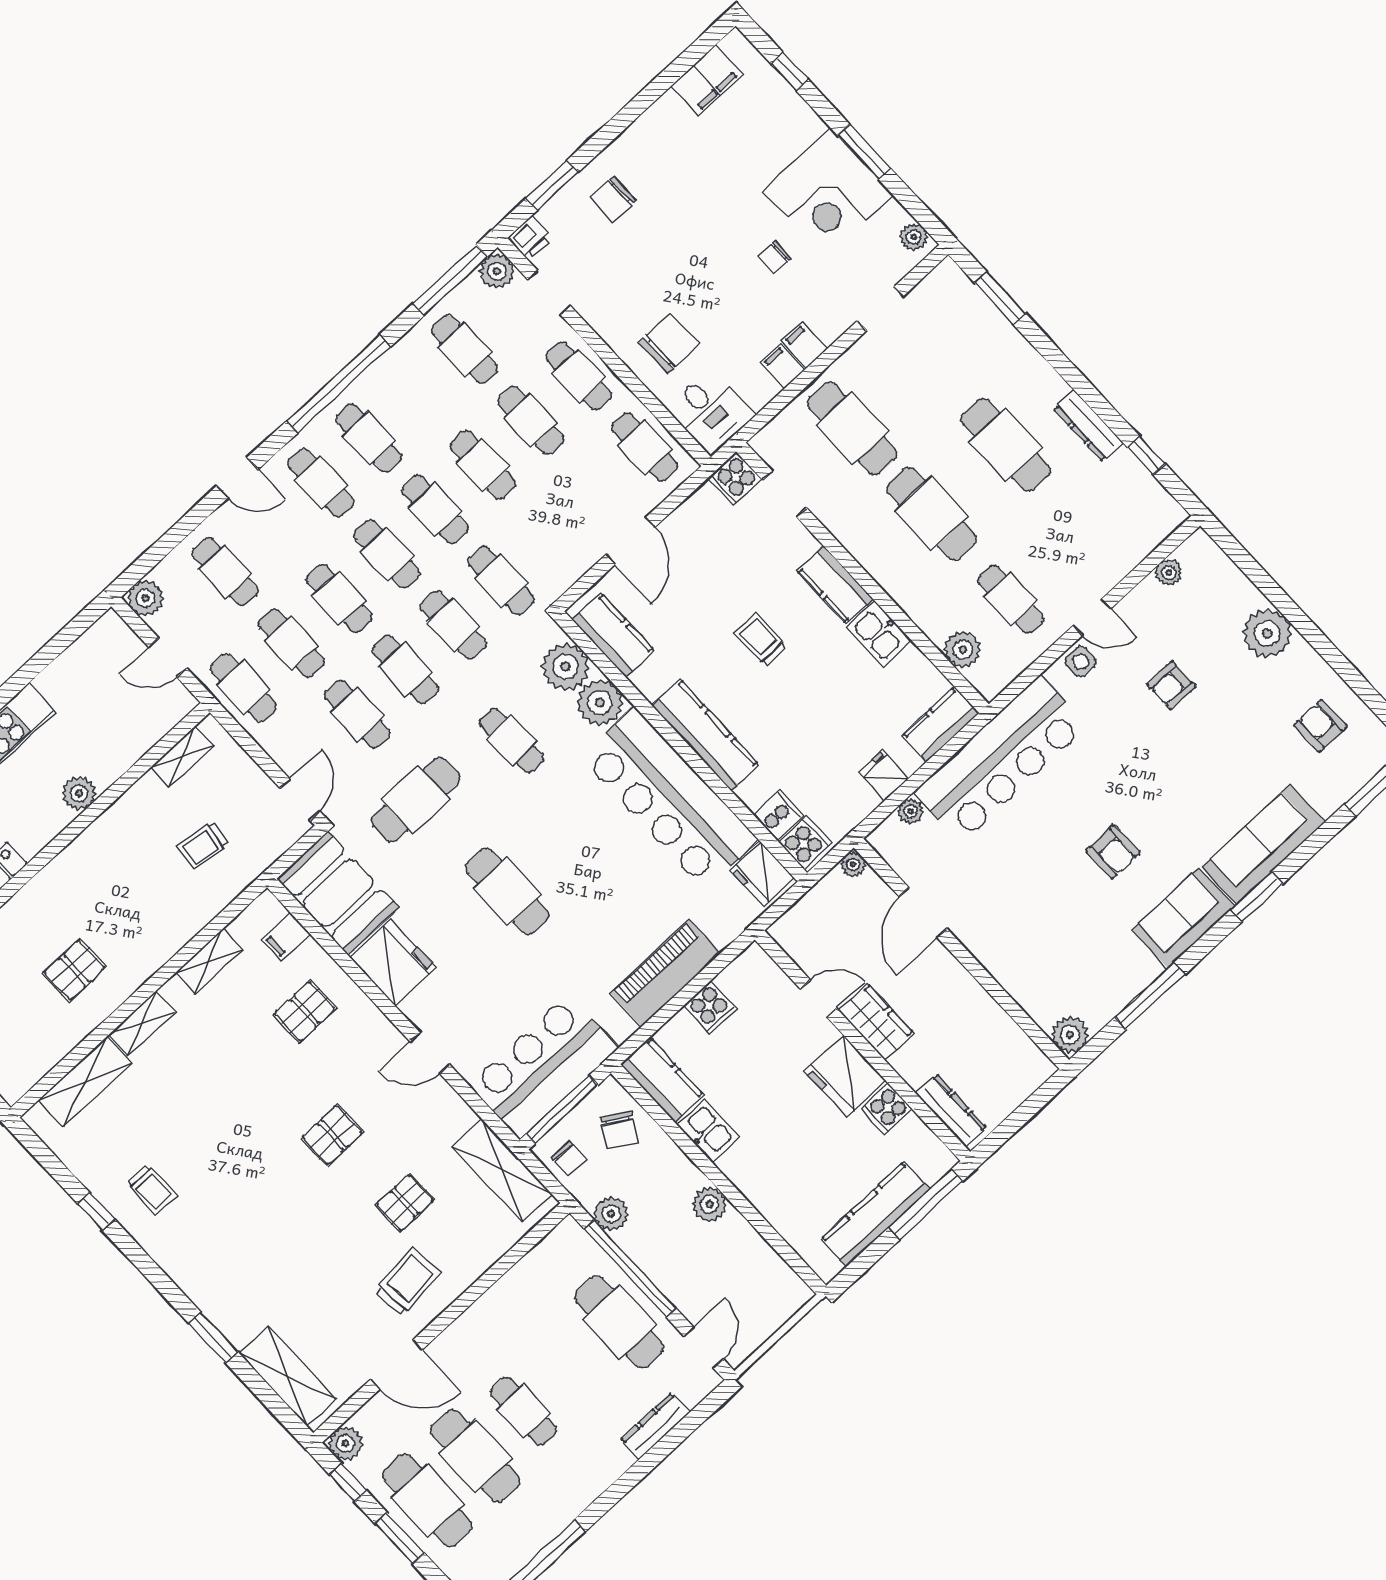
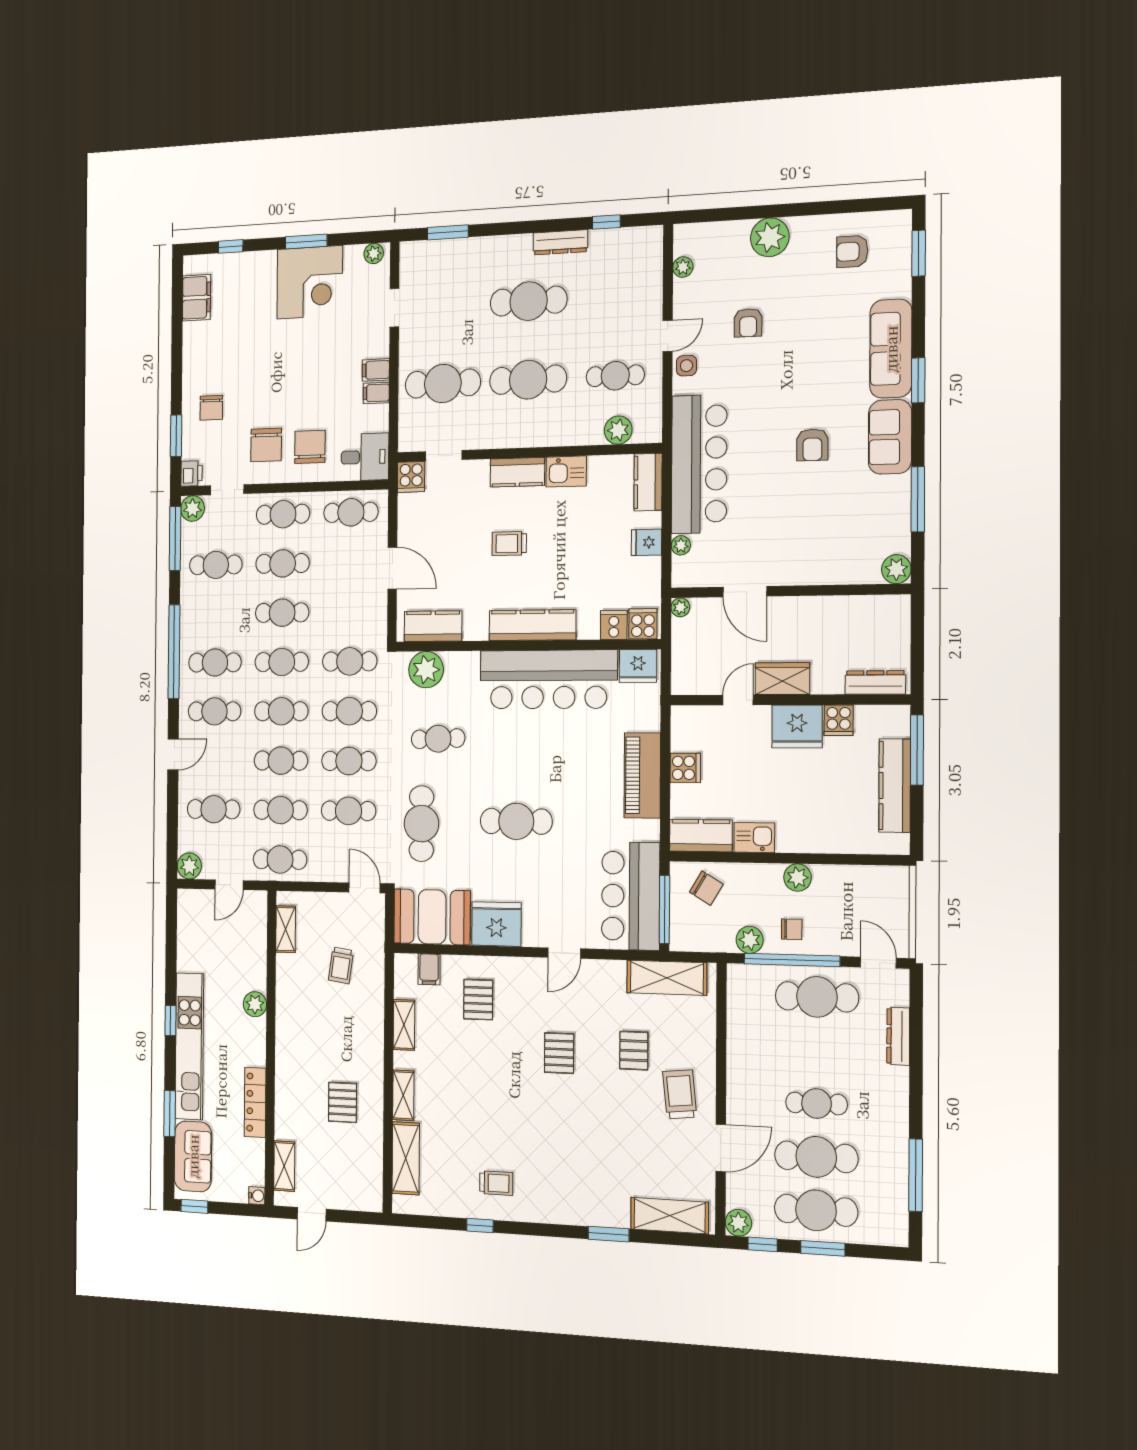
chair: (775, 257) -> (266, 445), moved, width x1.87, depth x1.87
plant: (600, 703) -> (462, 669), removed
armchair: (1113, 852) -> (812, 445), turned 90
chair: (569, 1158) -> (792, 929), moved

